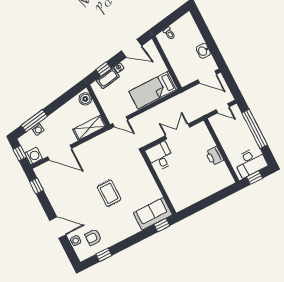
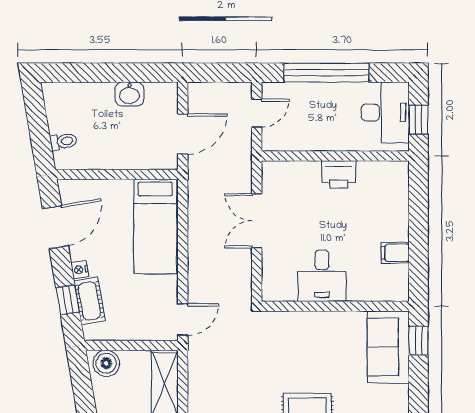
door: (207, 77) -> (183, 134), moved
desk: (160, 156) -> (322, 276), moved, turned -90
filing cabinet: (194, 196) -> (395, 253), added

